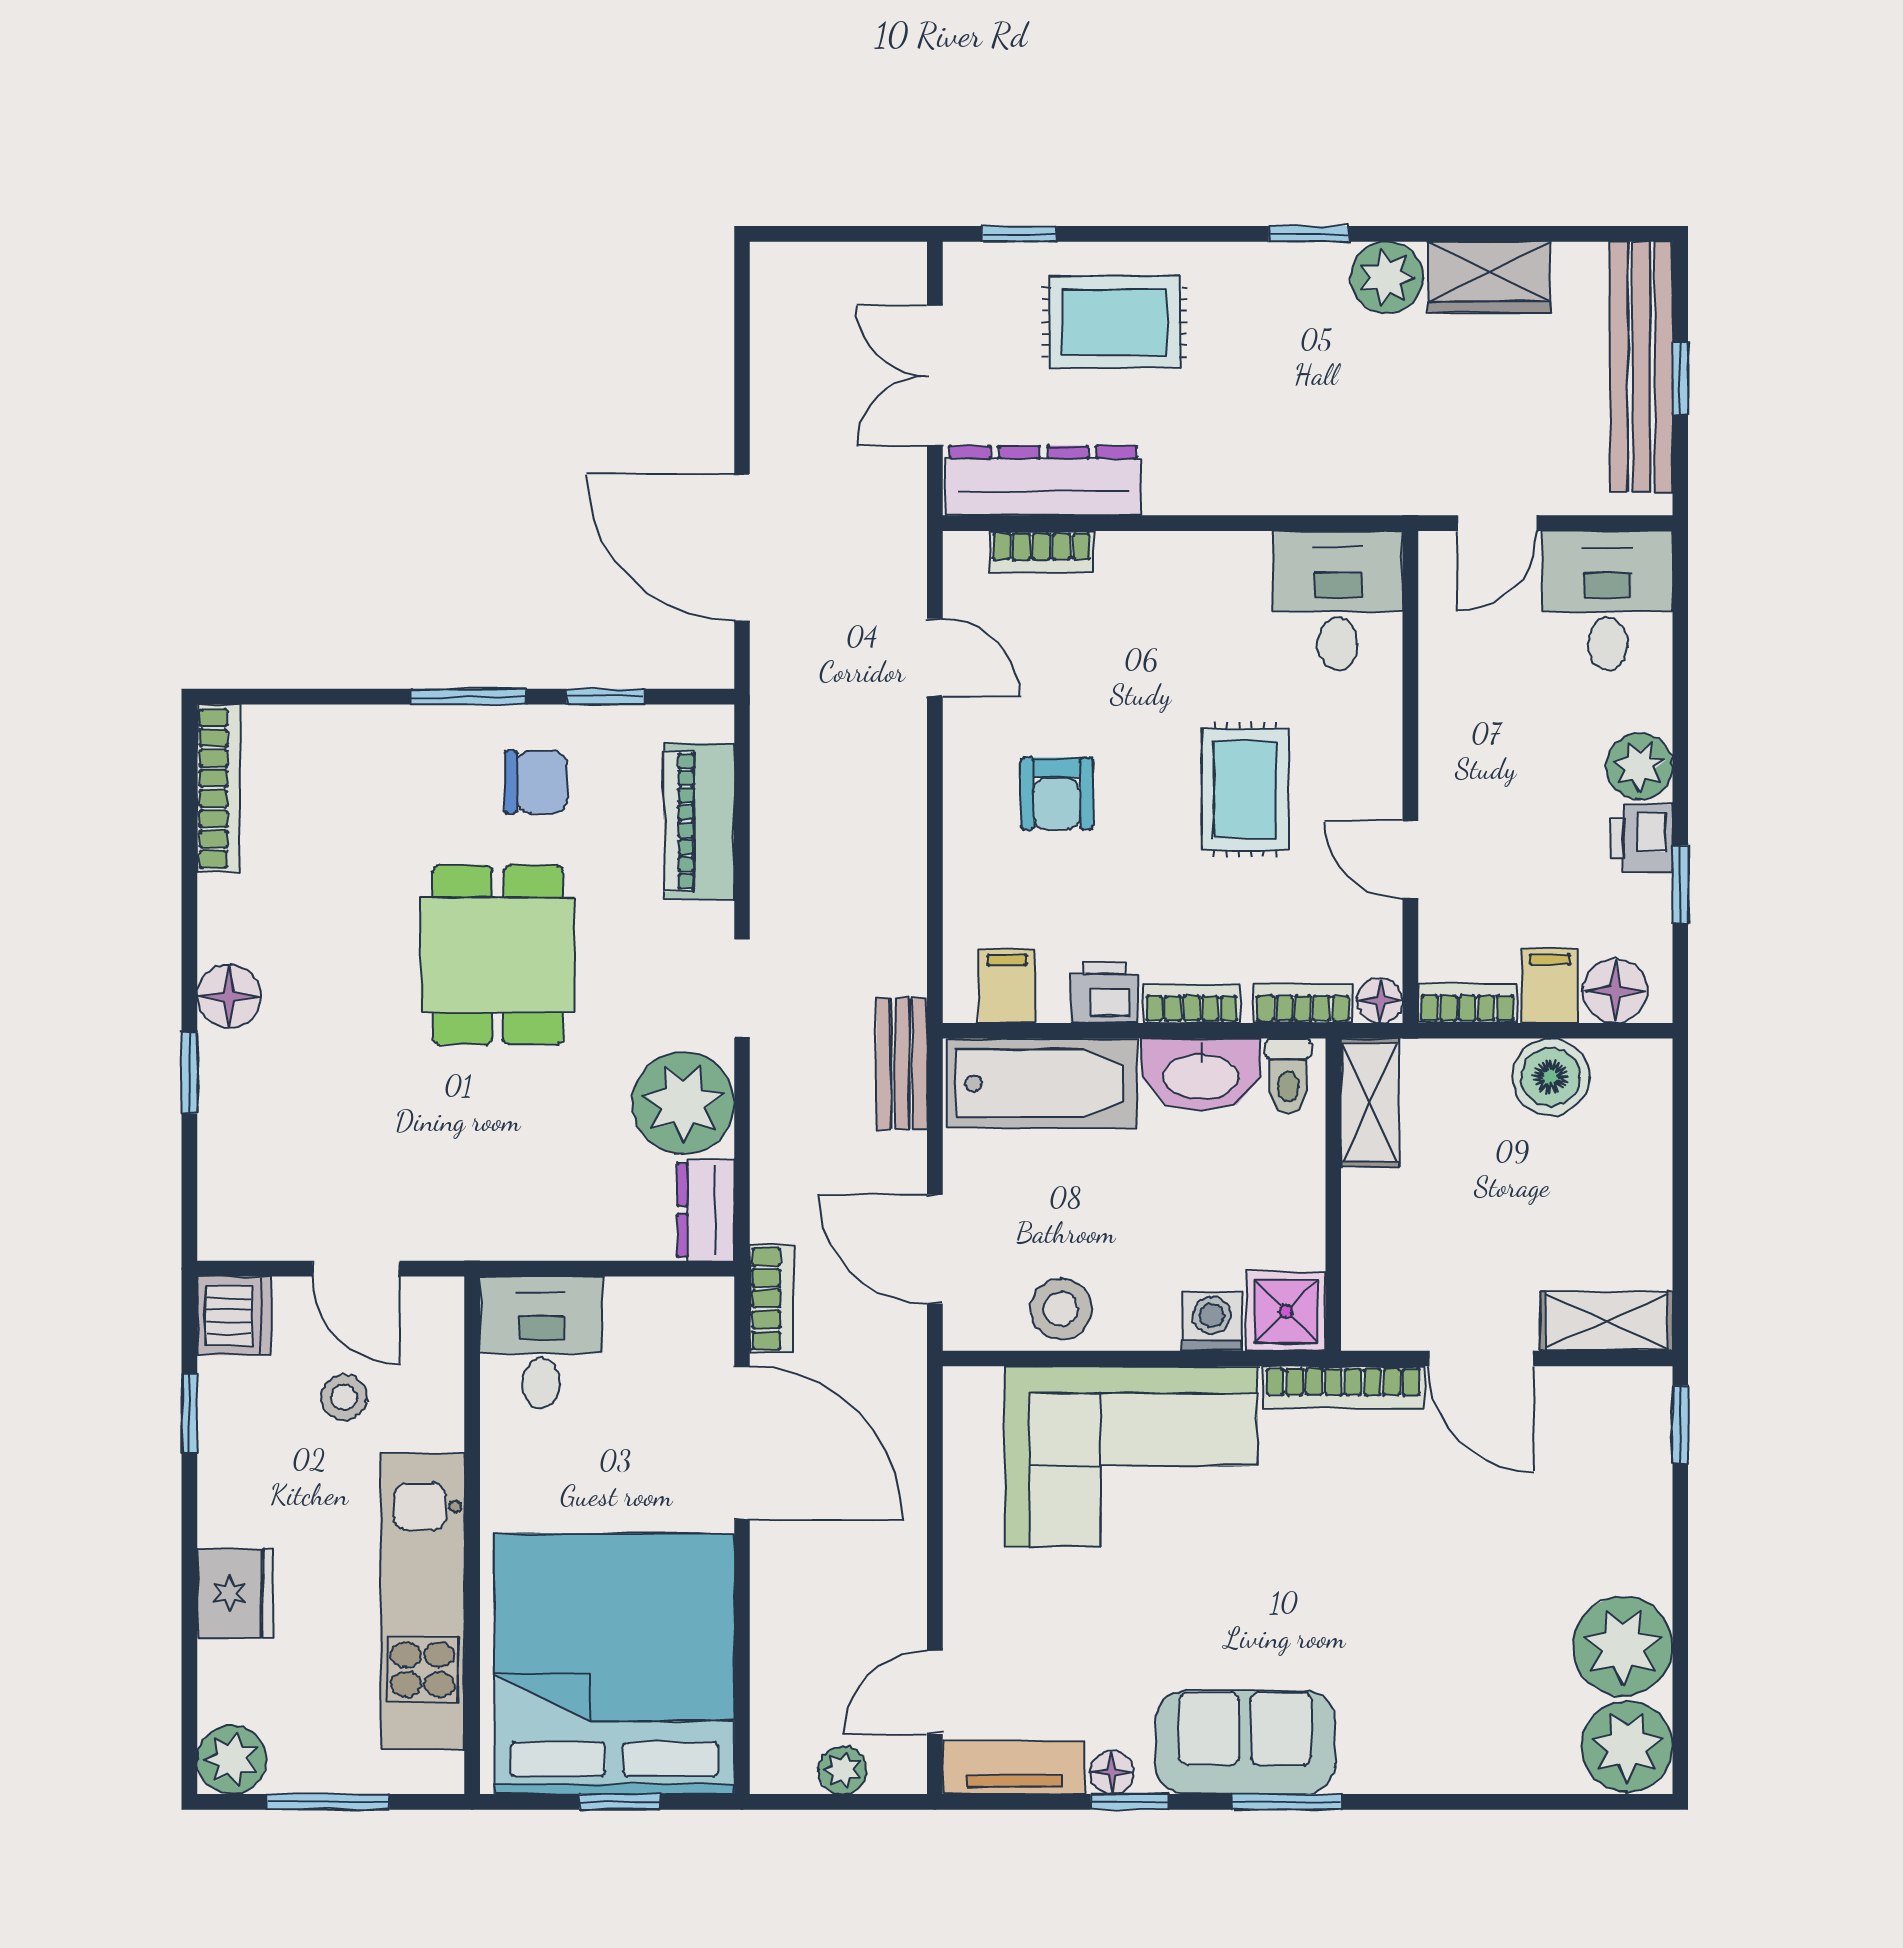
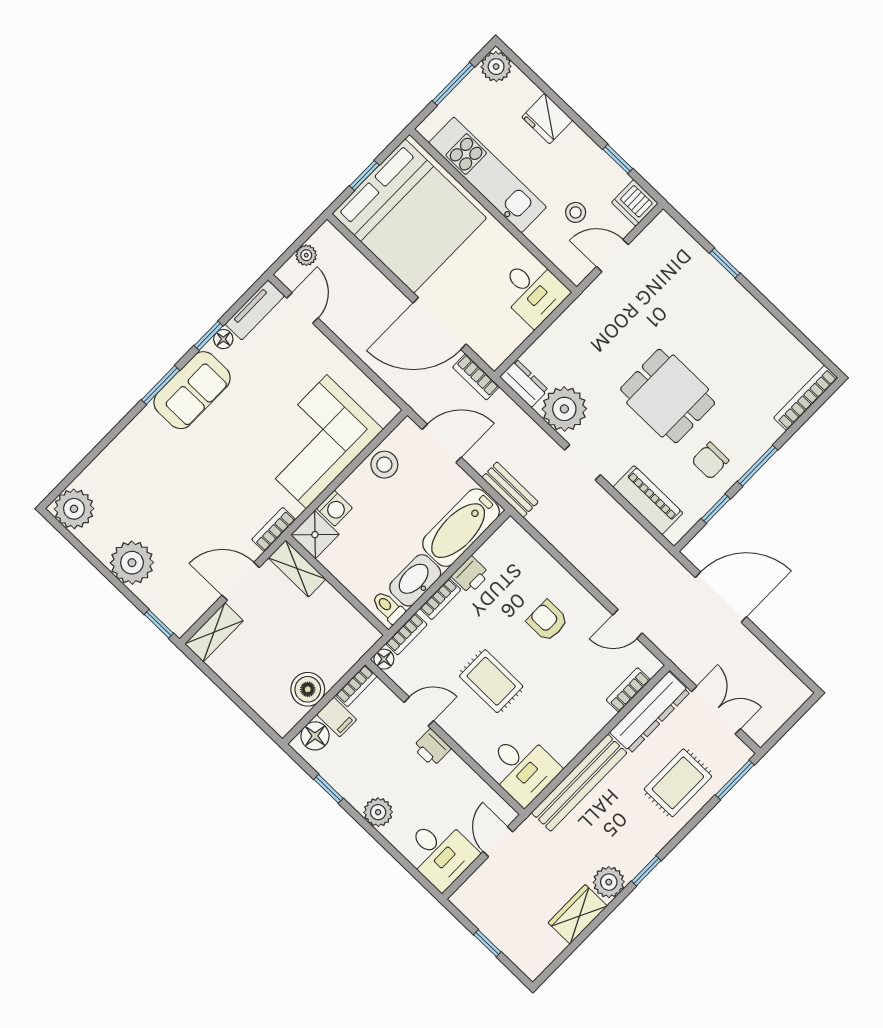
window: (1019, 234) -> (735, 780), width x1.50
bench: (1641, 367) -> (579, 783), moved, turned 90
bookcase: (219, 788) -> (806, 398), moved, turned 90
printer: (1642, 838) -> (432, 748), moved, turned 180
filing cabinet: (1007, 986) -> (502, 546), removed
floor lamp: (229, 996) -> (737, 299), removed
shelving: (1370, 1103) -> (297, 569), moved
bookcase: (1343, 1387) -> (274, 530), width x0.64
plant: (1623, 1646) -> (132, 563), moved

